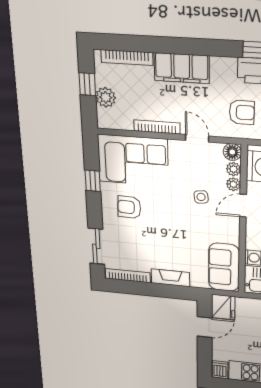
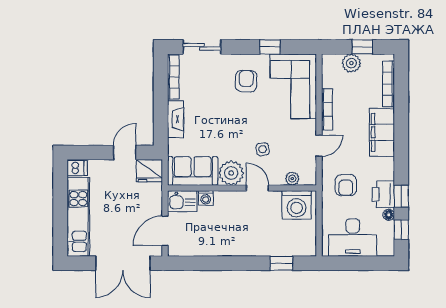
floor lamp: (232, 152) -> (308, 177), removed
plant: (233, 184) -> (231, 173), moved, width x1.88, depth x1.88
door: (205, 327) -> (125, 152), swing flipped

